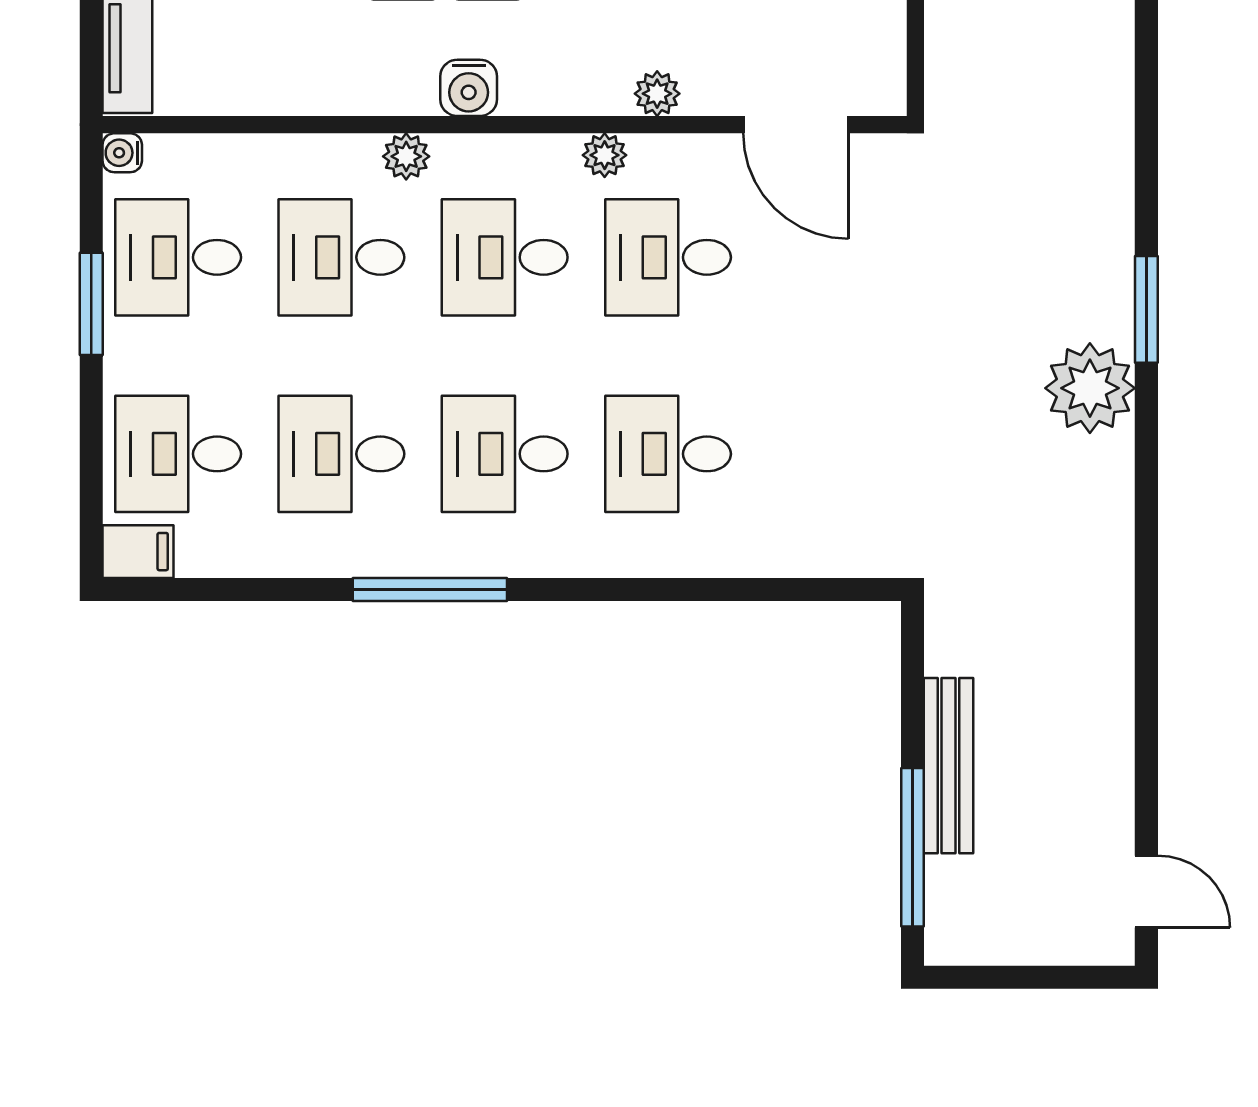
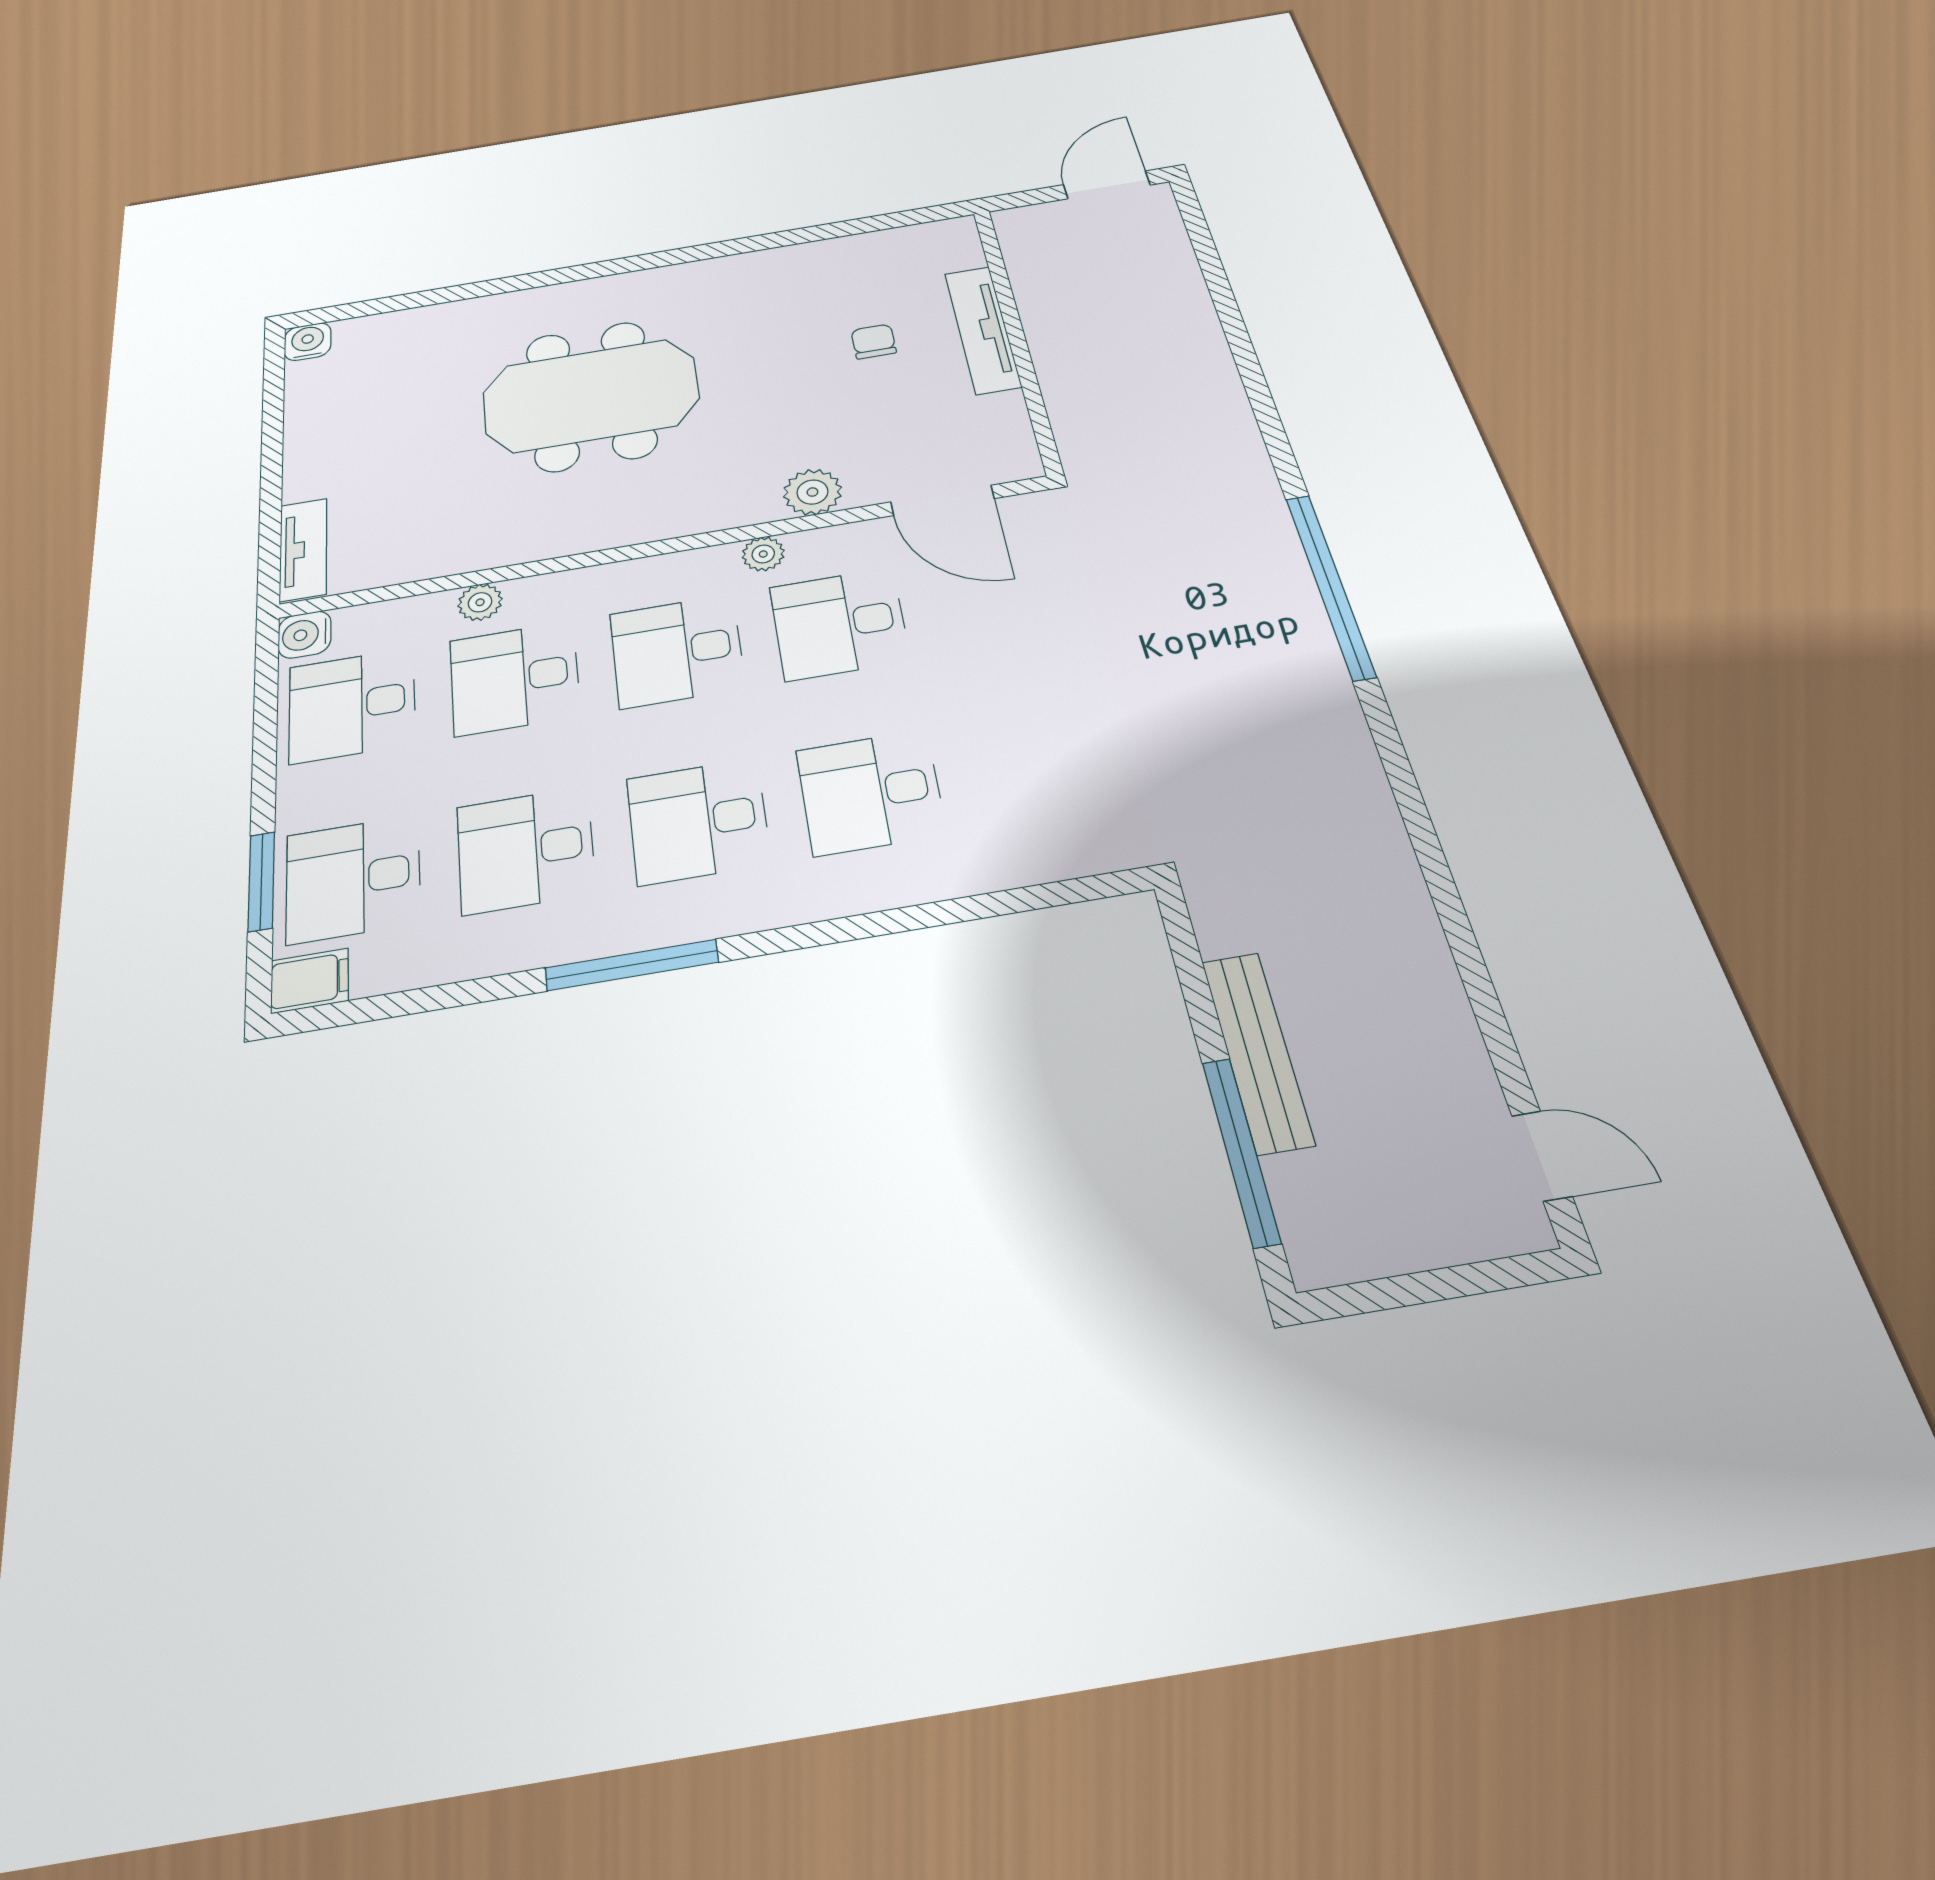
water cooler: (469, 88) -> (626, 525), removed
plant: (657, 94) -> (812, 492), width x1.38, depth x1.38
water cooler: (122, 153) -> (305, 635), width x1.38, depth x1.38
plant: (406, 156) -> (480, 602), moved
window: (91, 304) -> (261, 881), moved
window: (1146, 309) -> (1330, 586), width x2.11
plant: (1090, 388) -> (1296, 660), removed

